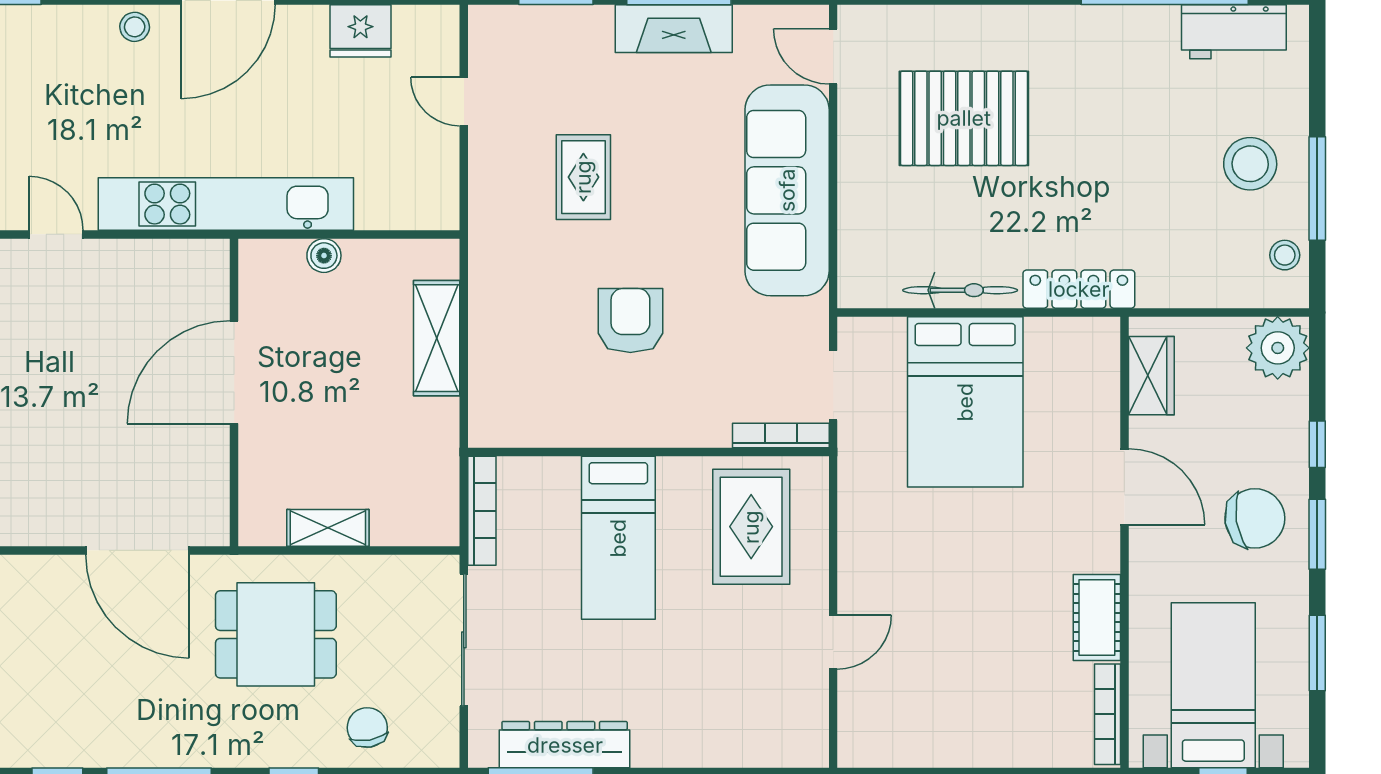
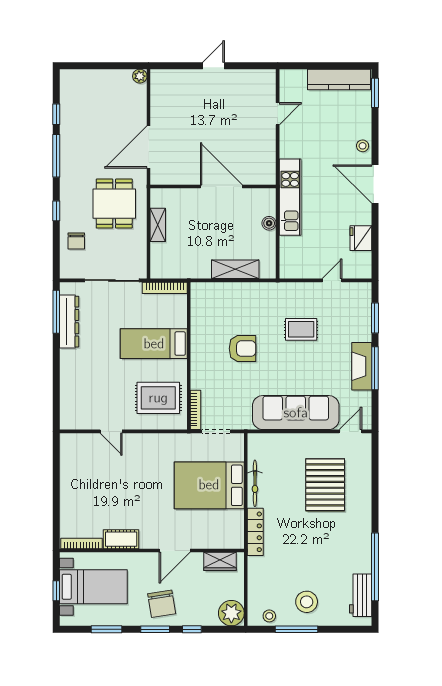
kitchen unit: (226, 204) -> (290, 197), width x0.73
chair: (367, 727) -> (76, 241), turned 100

